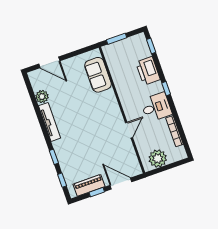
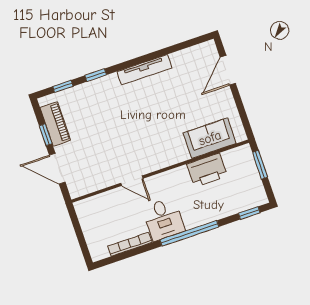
printer: (148, 71) -> (207, 170), moved, turned 180
window: (166, 89) -> (189, 233), width x3.17
plant: (42, 97) -> (180, 60), removed
plant: (158, 158) -> (92, 220), removed
door: (121, 184) -> (57, 169), swing flipped

